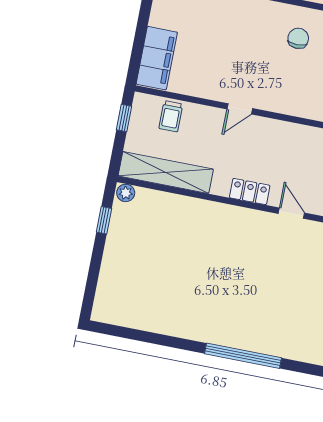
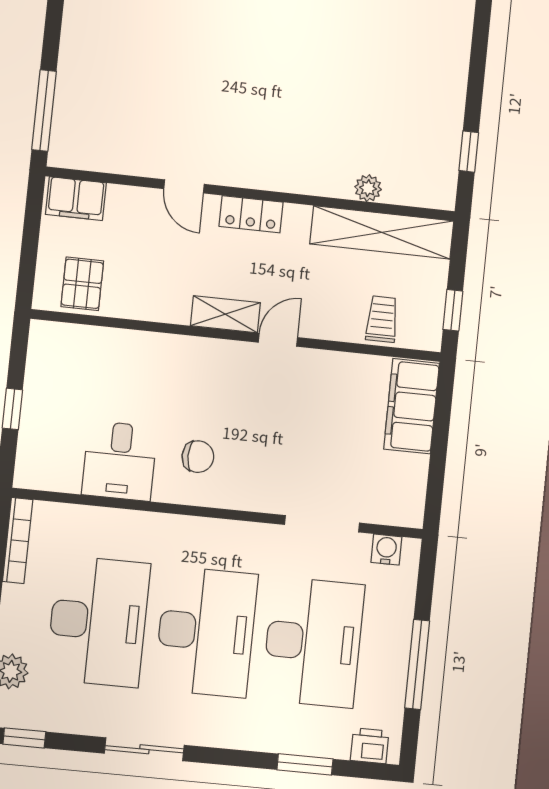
chair: (298, 38) -> (198, 457), turned -90
shelving: (272, 128) -> (225, 314), added
plant: (126, 193) -> (368, 188), moved

